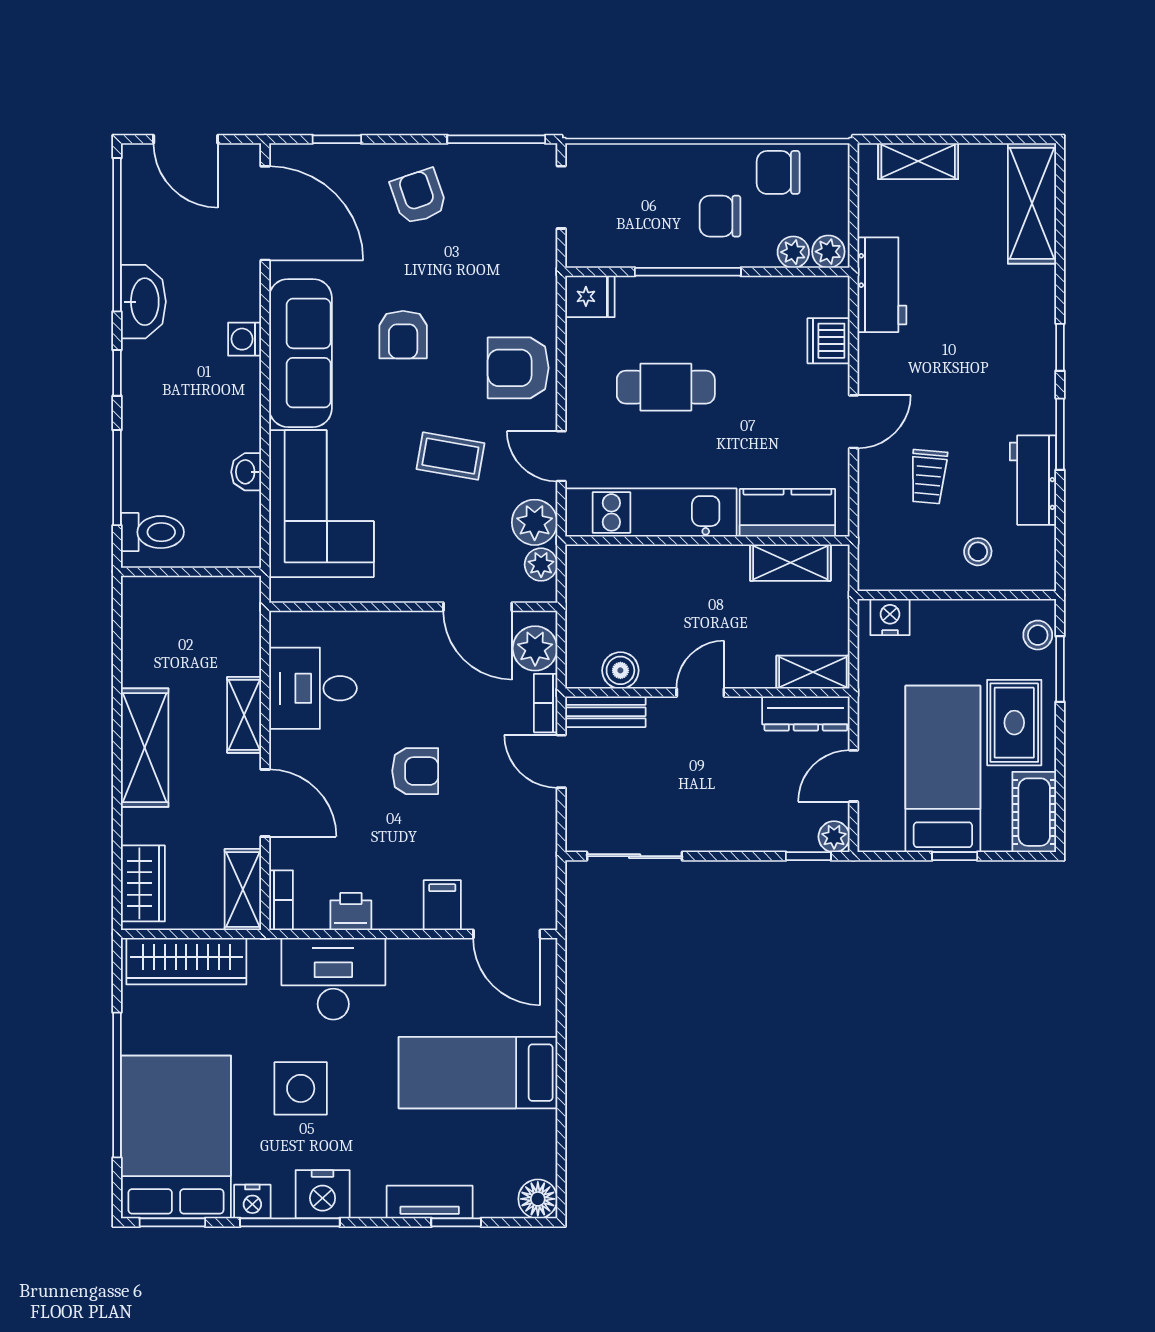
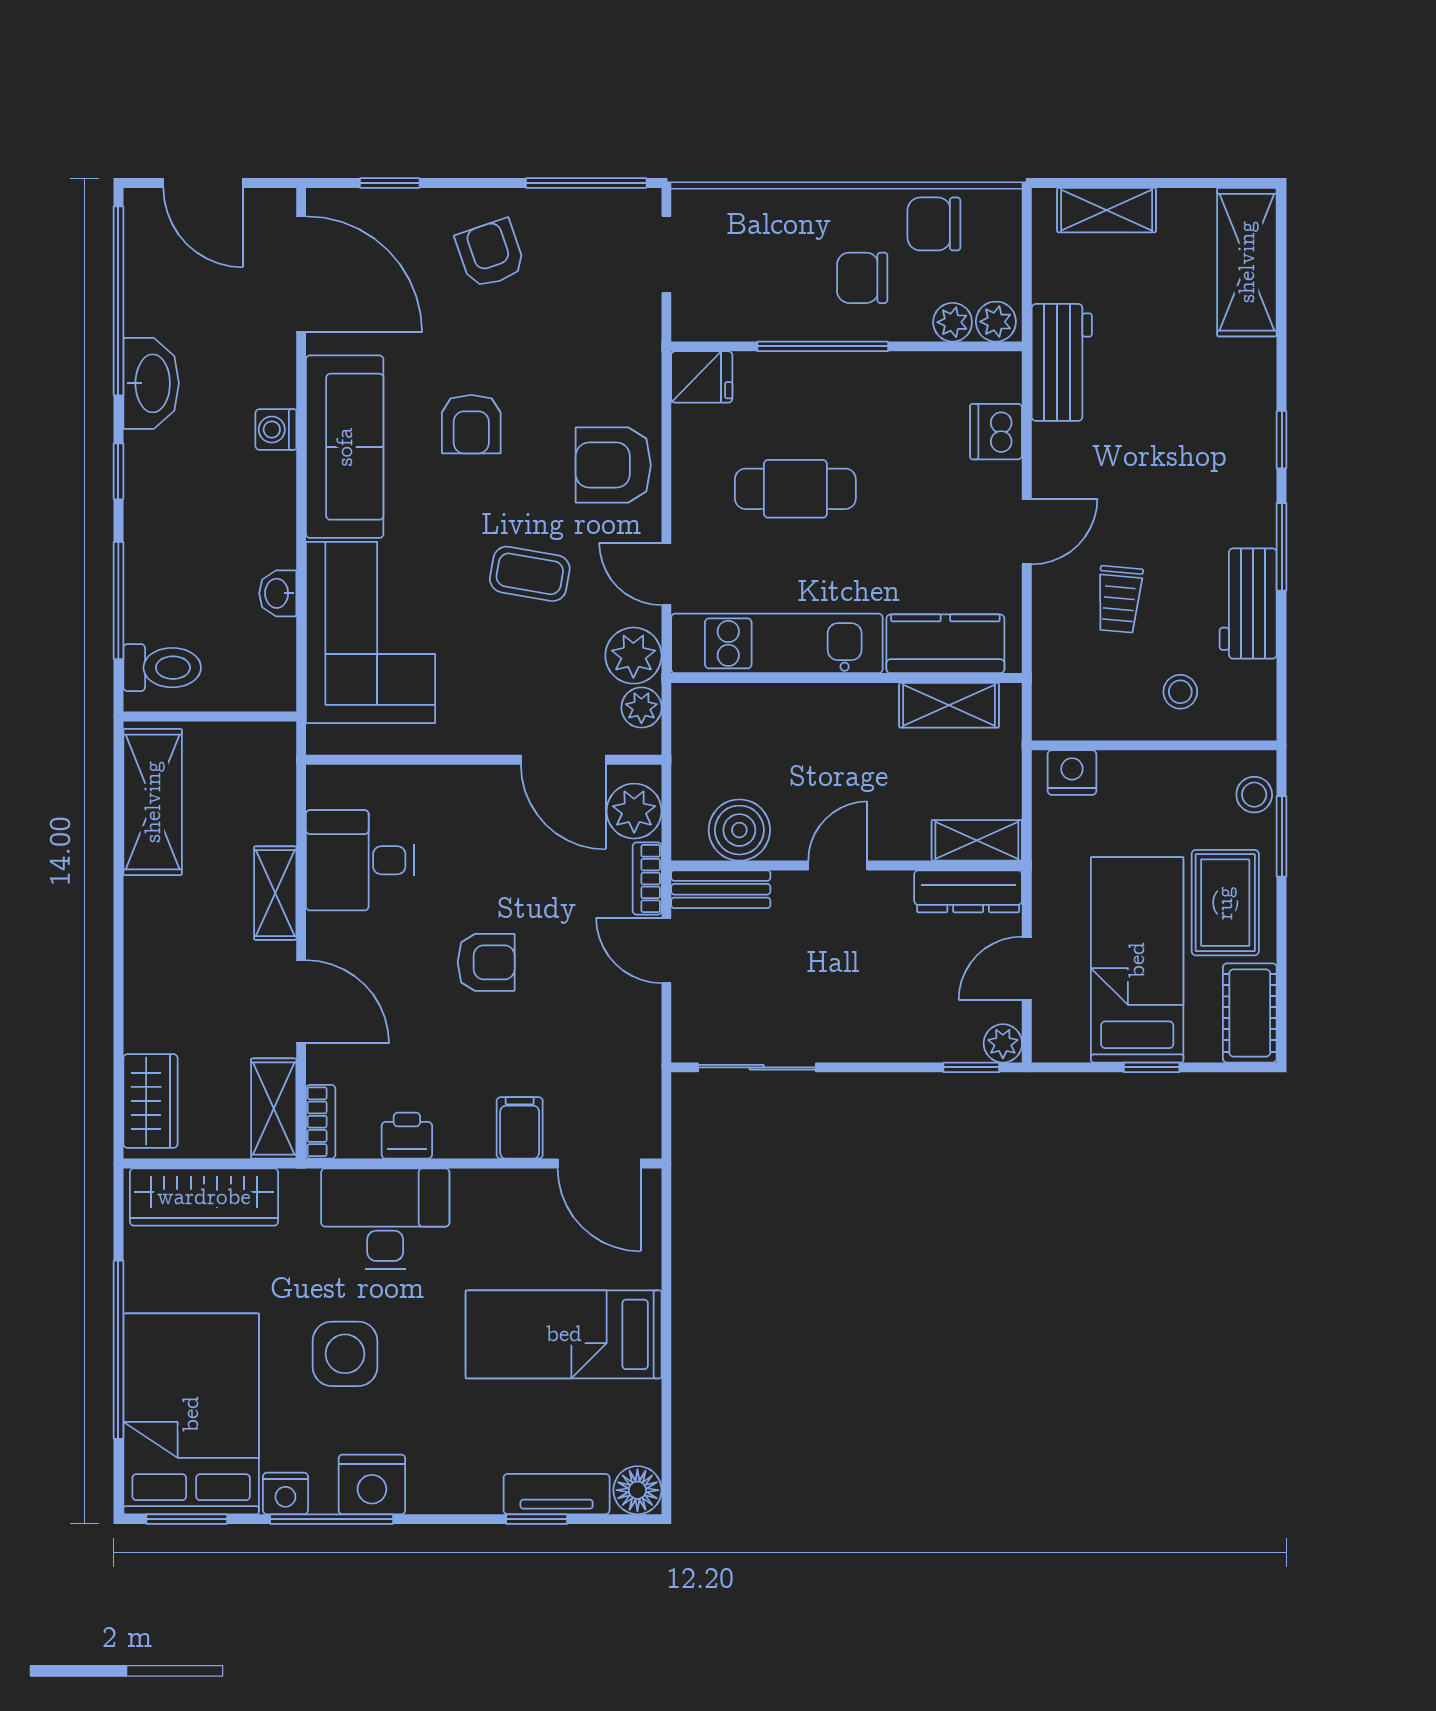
boiler: (620, 670) -> (739, 830), width x1.36, depth x1.36
shelving: (145, 748) -> (153, 802), moved
tv unit: (430, 1202) -> (557, 1494), moved

